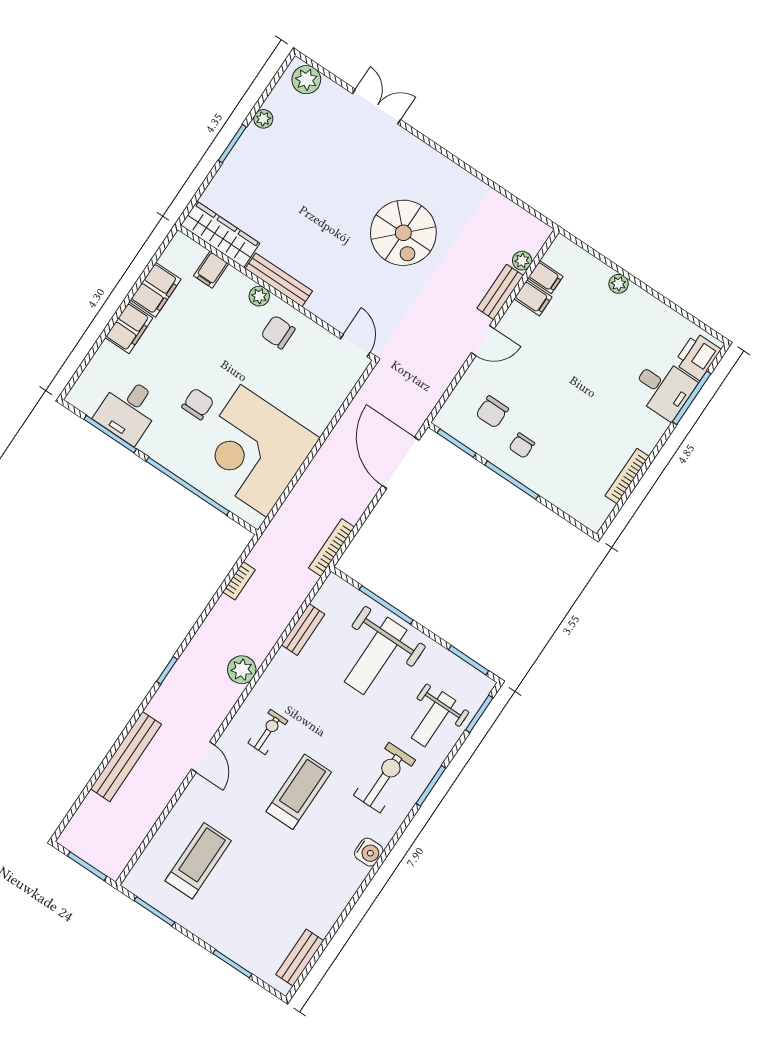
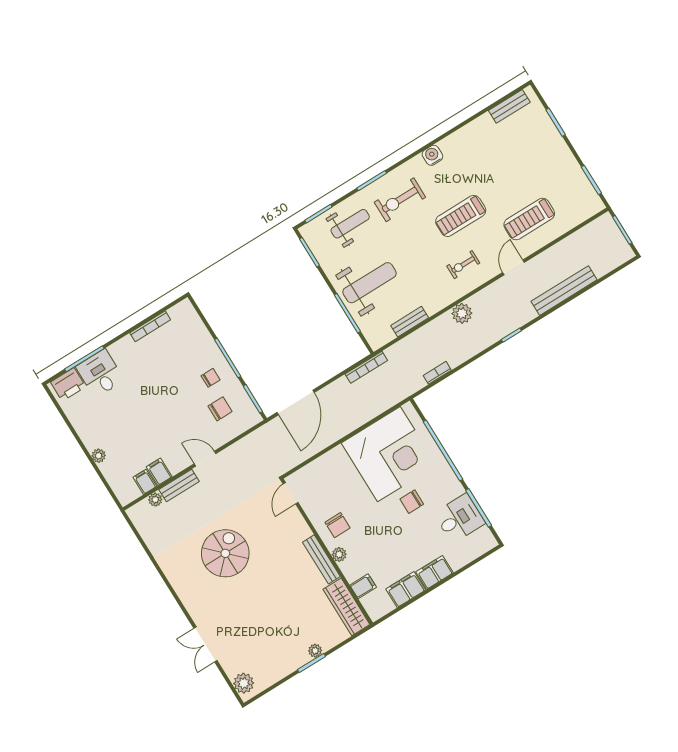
plant: (263, 119) -> (315, 651), moved
treadmill: (198, 861) -> (529, 219), moved

